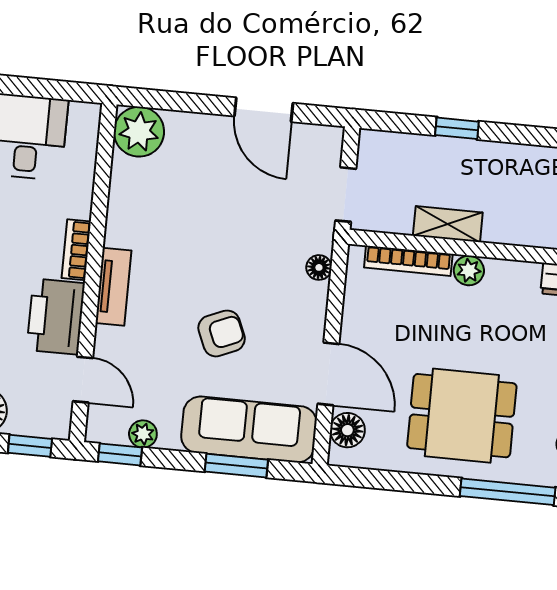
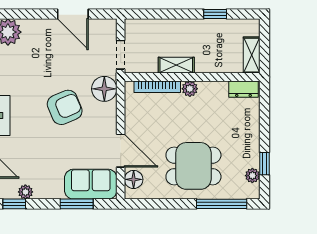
window: (457, 128) -> (215, 14), moved
floor lamp: (319, 267) -> (104, 89), width x1.89, depth x1.89
armchair: (222, 333) -> (65, 107), moved, width x1.38, depth x1.38
sofa: (249, 429) -> (91, 184), width x0.73

